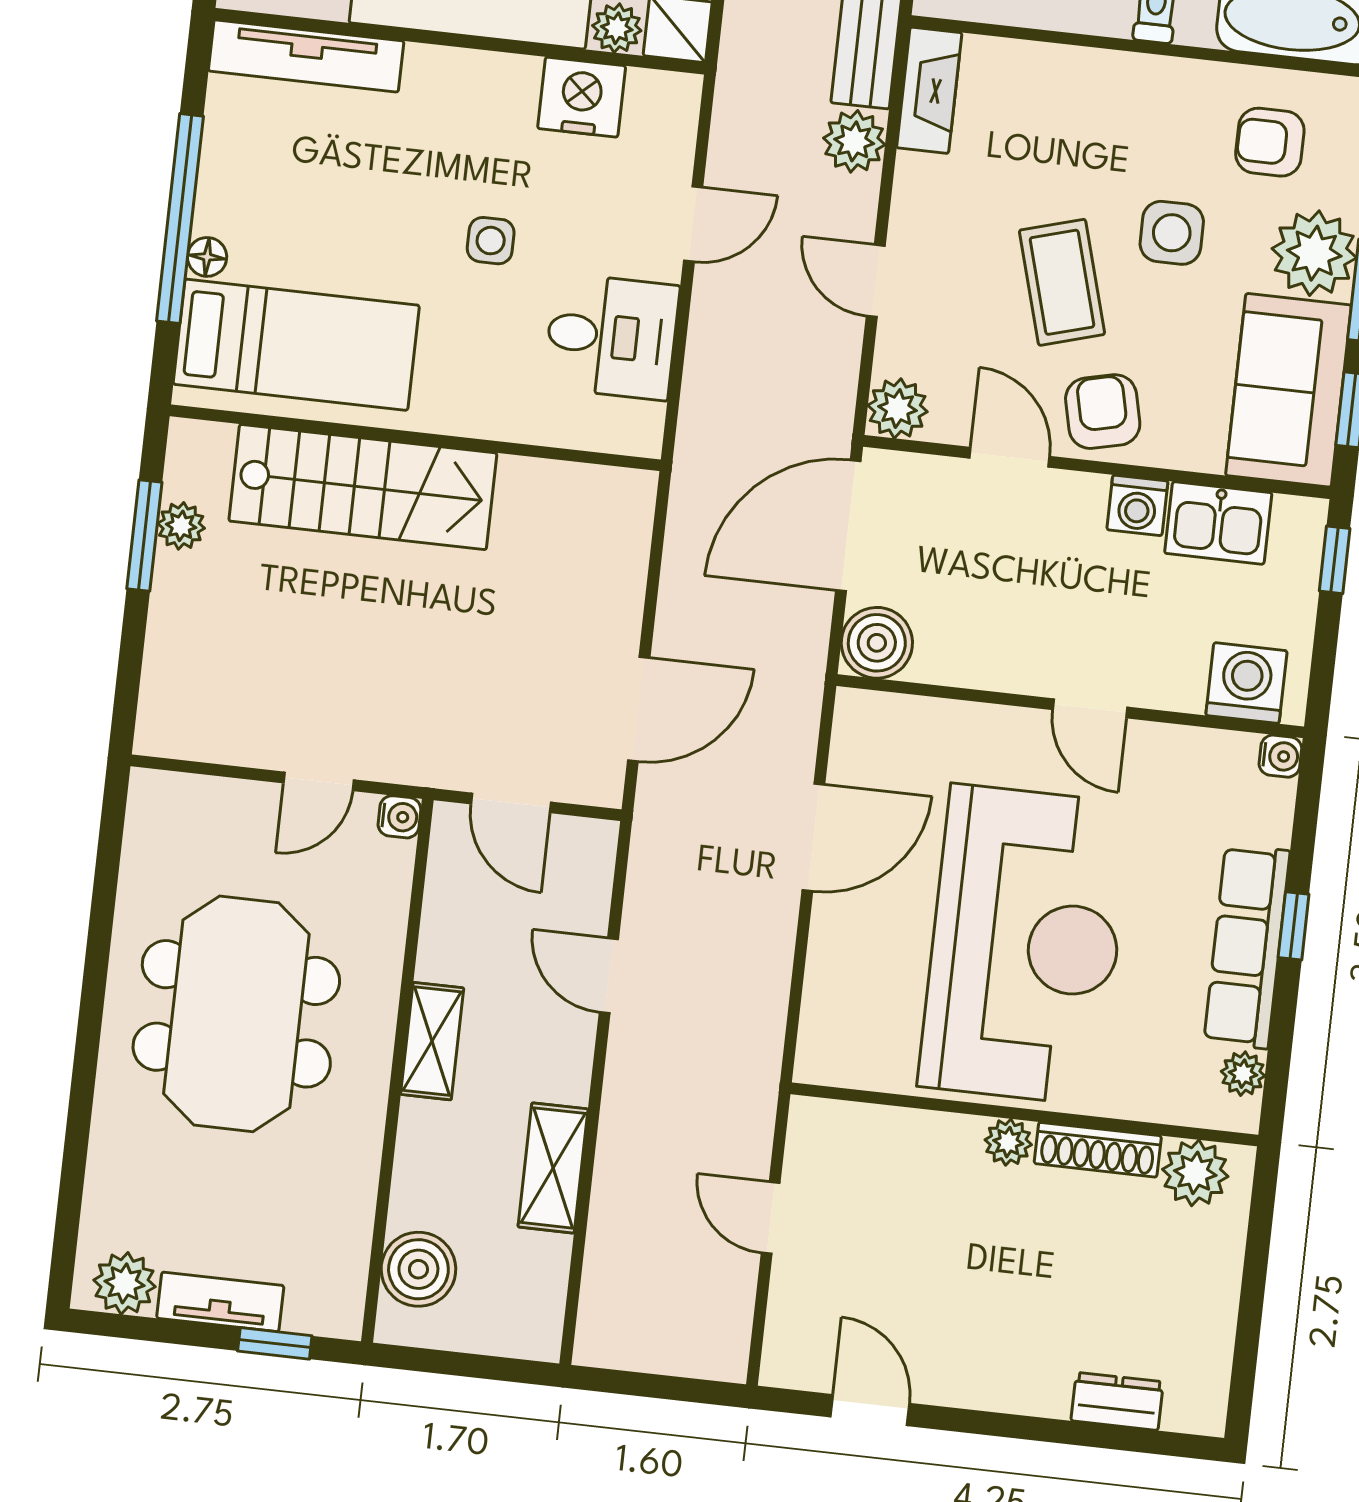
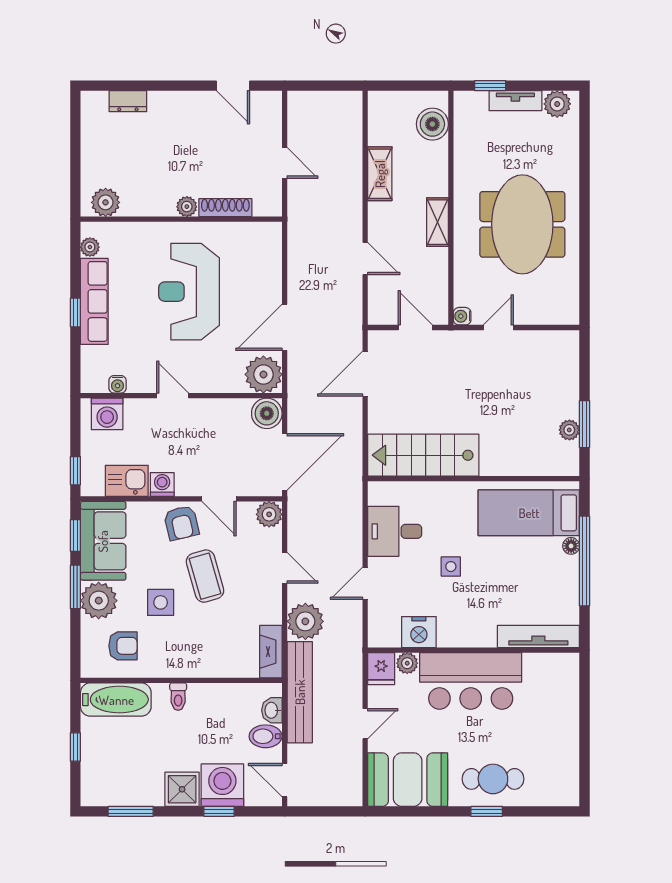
plant: (854, 141) -> (305, 621), width x1.36, depth x1.36
stairs: (363, 487) -> (423, 455), moved
plant: (874, 734) -> (263, 374), added
water cooler: (1280, 756) -> (118, 384), moved, turned -90
reception desk: (1025, 945) -> (189, 292), width x0.74, depth x0.77
shoe rack: (1098, 1150) -> (225, 208), moved

